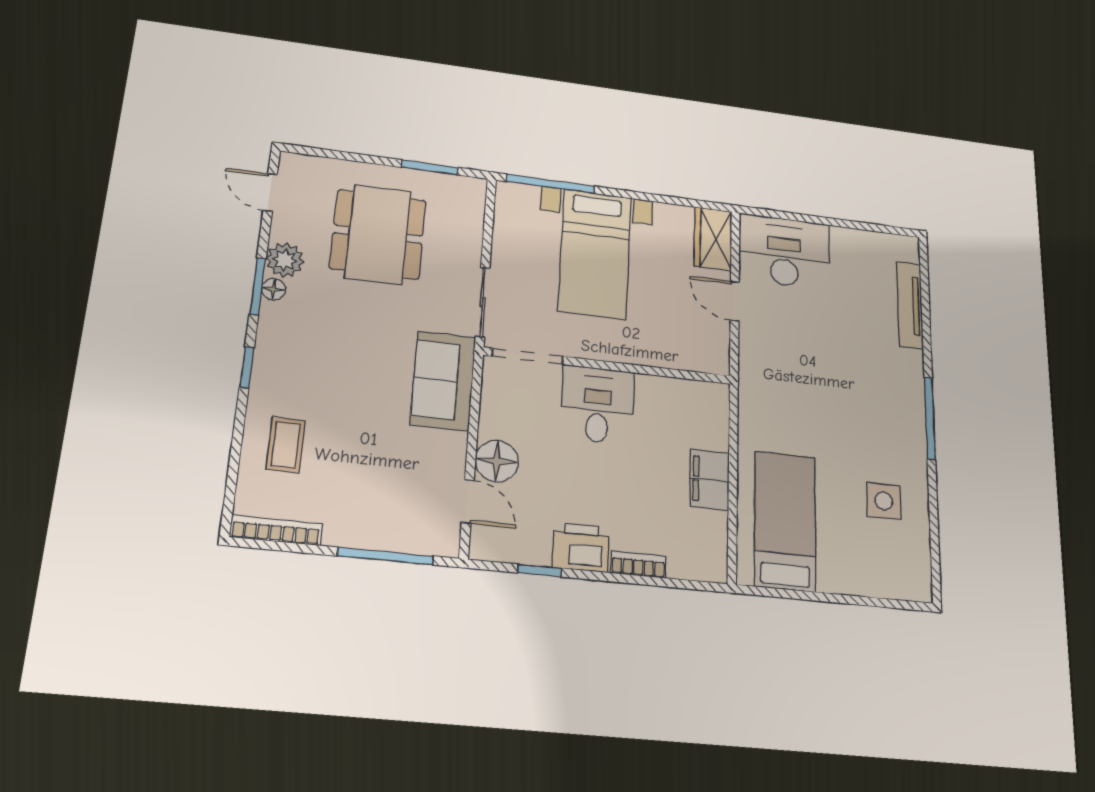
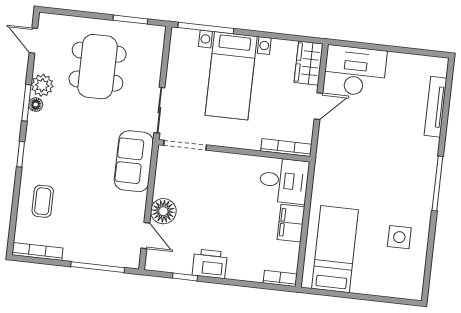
door: (735, 301) -> (318, 106), swing flipped
bookcase: (691, 362) -> (286, 148), added
desk: (597, 405) -> (284, 181), moved, turned 90
bookcase: (638, 565) -> (280, 279), moved

